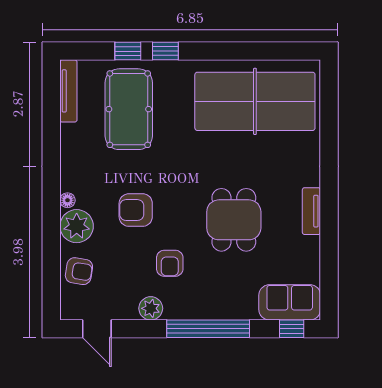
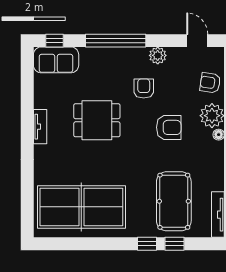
dining table: (234, 220) -> (97, 120), turned 90

